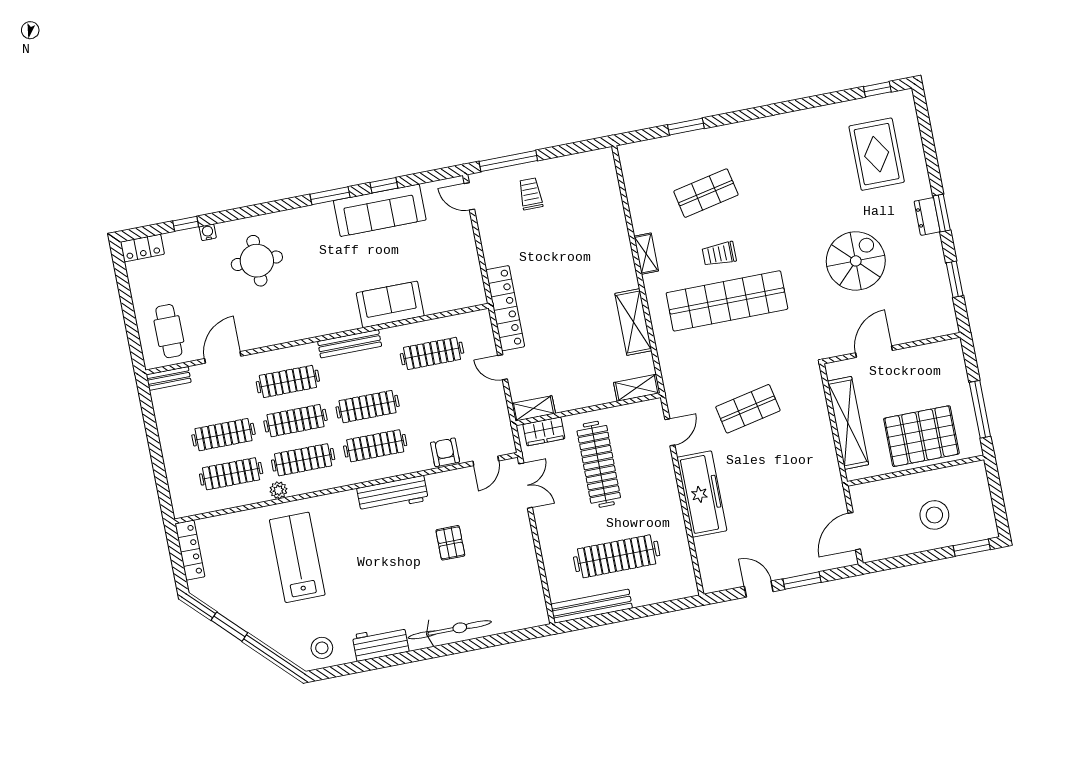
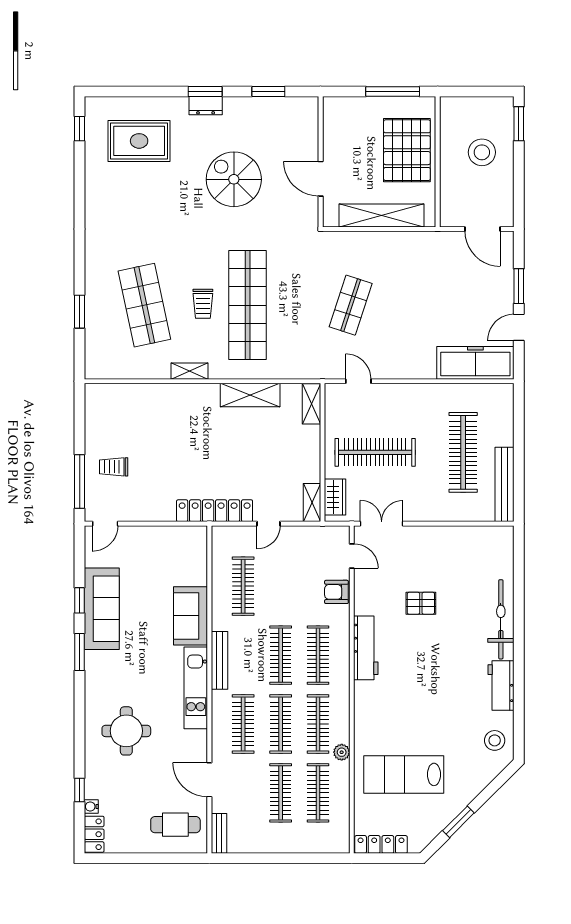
shop shelf: (706, 193) -> (144, 305), width x1.43, depth x1.36
water cooler: (208, 232) -> (91, 807), moved
kitchen unit: (316, 325) -> (196, 688), added
shop shelf: (748, 409) -> (351, 305), turned 30
freezer: (702, 494) -> (475, 363), moved
lab bench: (297, 557) -> (404, 774), moved

